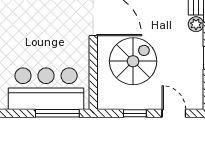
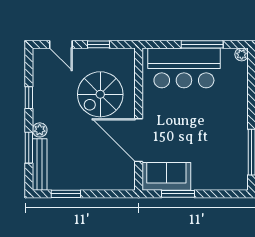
window: (57, 113) -> (202, 44), moved

